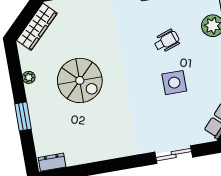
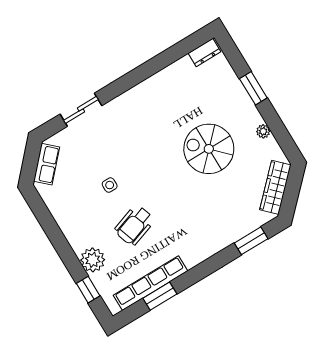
wheelchair: (167, 41) -> (134, 225), width x1.36, depth x1.37
side table: (174, 83) -> (110, 185), width x0.54, depth x0.54

